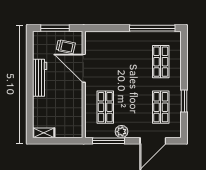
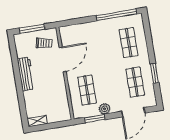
door: (84, 68) -> (63, 59), swing flipped
window: (109, 141) -> (95, 119), width x0.69

